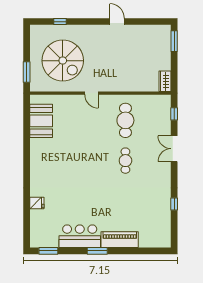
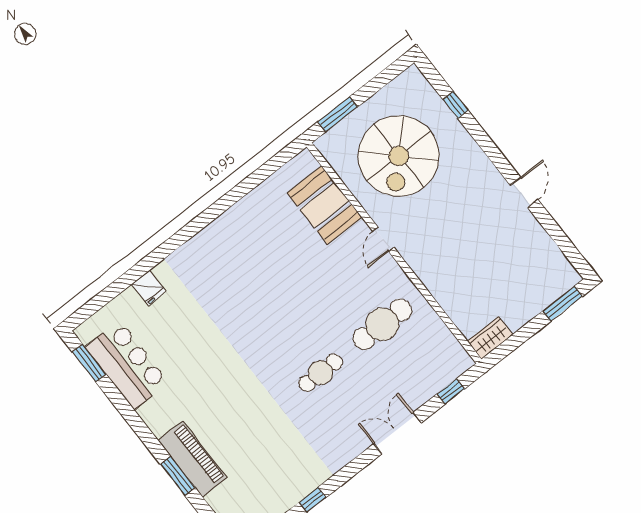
booth: (41, 121) -> (325, 205), moved, turned 90
bar counter: (80, 236) -> (127, 365), moved
window: (97, 251) -> (178, 476), moved

